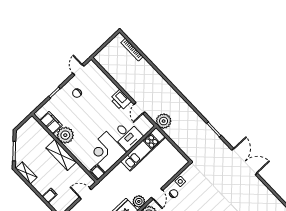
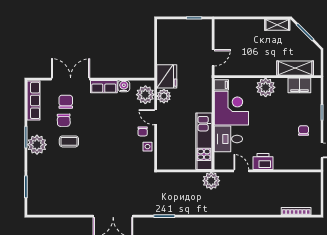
plant: (65, 135) -> (266, 87), moved
shelving: (61, 155) -> (295, 68), moved
filing cabinet: (50, 195) -> (240, 26), removed

